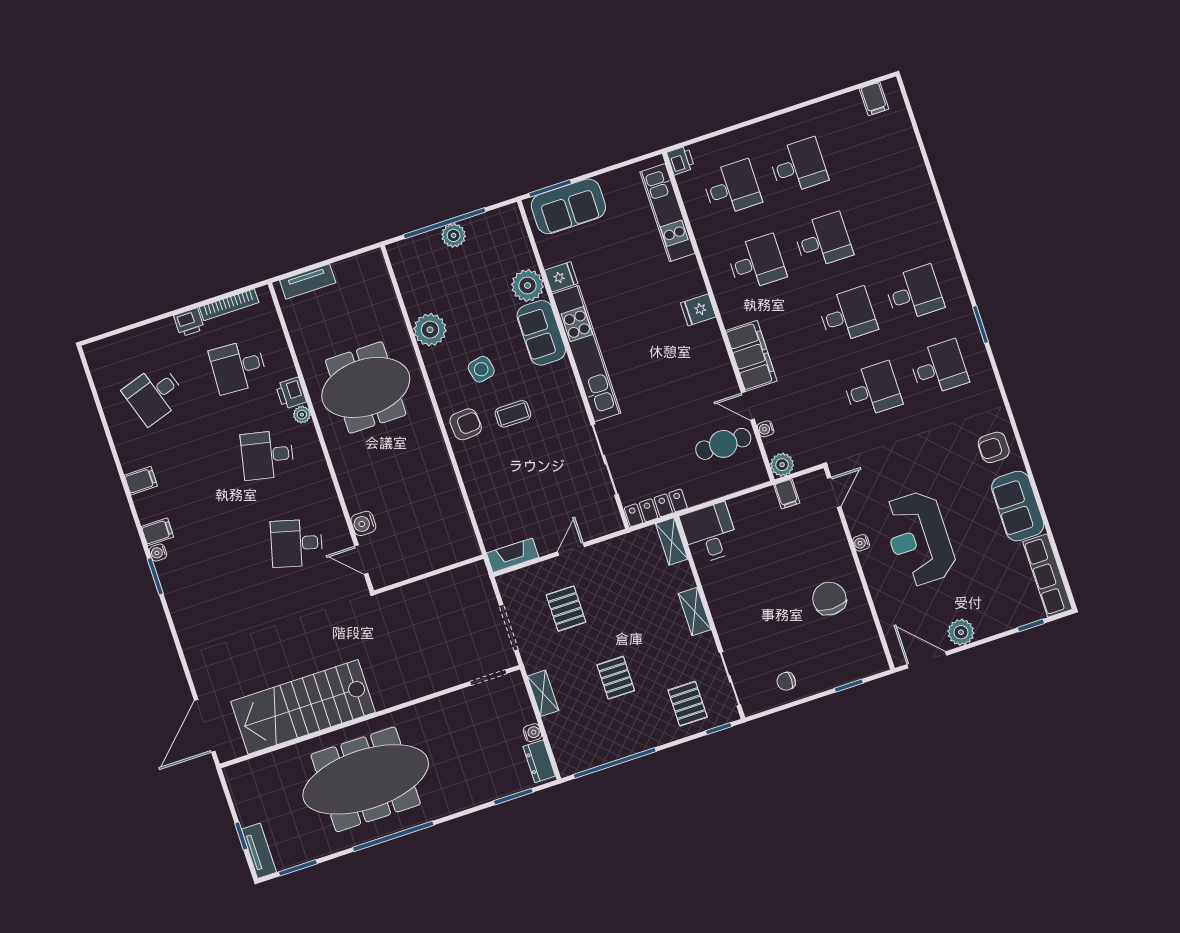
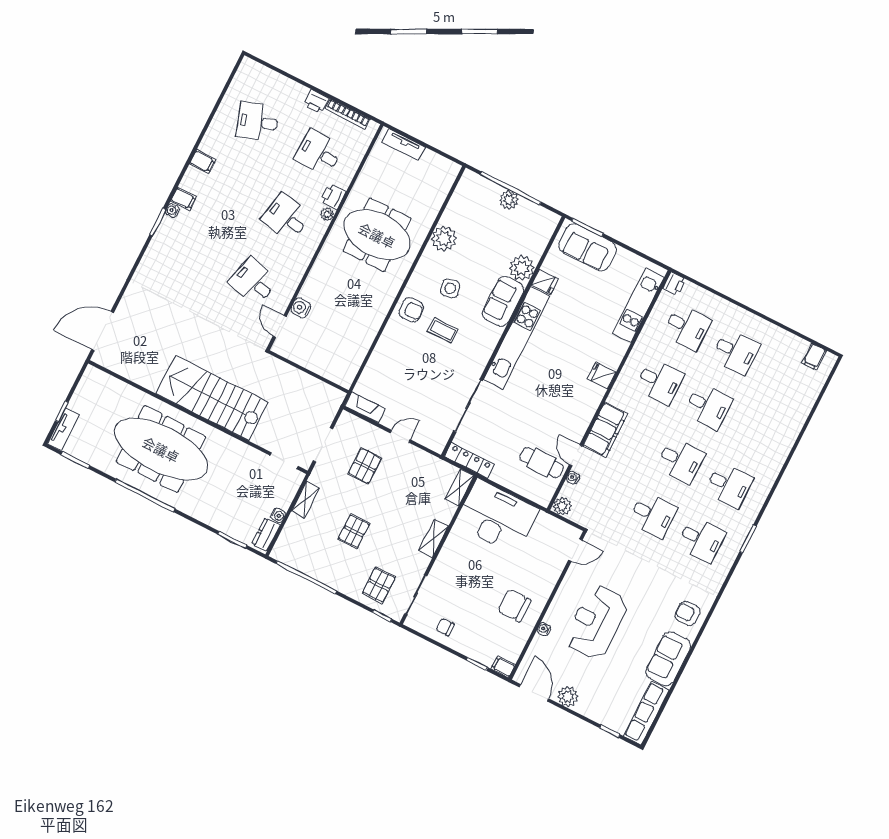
filing cabinet: (787, 494) -> (503, 667), moved, turned 90
desk: (710, 533) -> (497, 517), width x1.87, depth x1.30
water cooler: (861, 543) -> (544, 629), moved
chair: (829, 599) -> (514, 606), turned -90
stairs: (303, 707) -> (212, 398), moved

